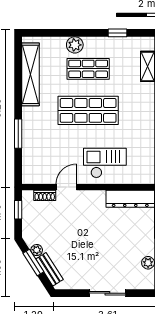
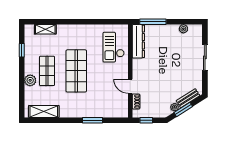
shelving: (31, 74) -> (44, 111), width x0.68
checkout: (105, 163) -> (114, 47), moved

